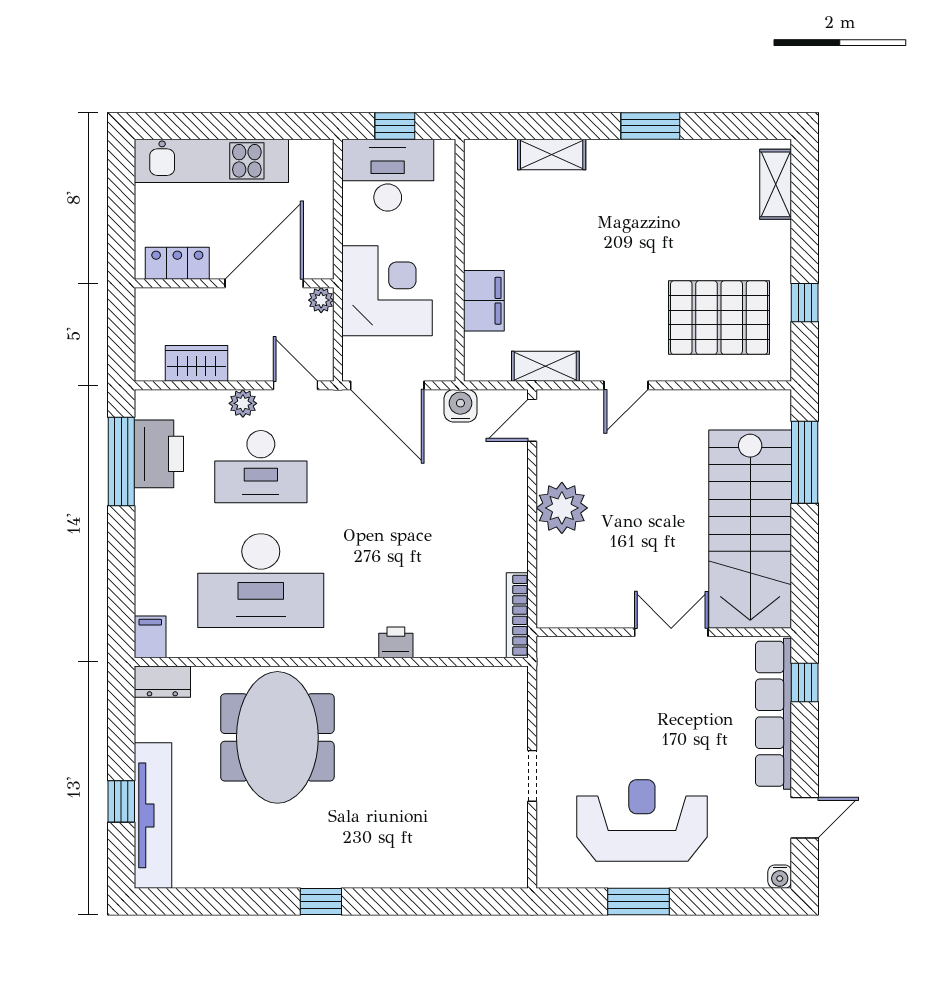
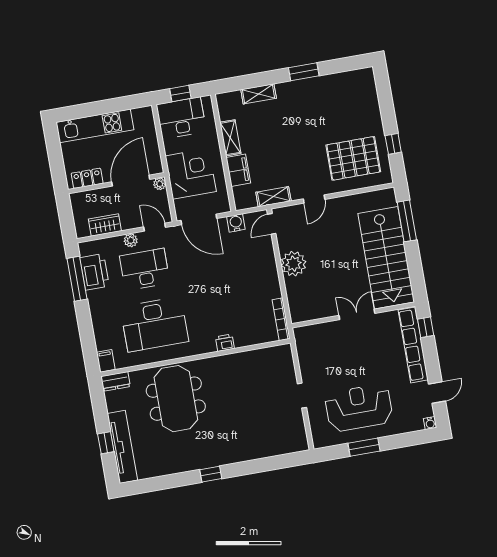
shelving: (776, 184) -> (230, 138), moved
desk: (261, 467) -> (145, 269), turned 180

